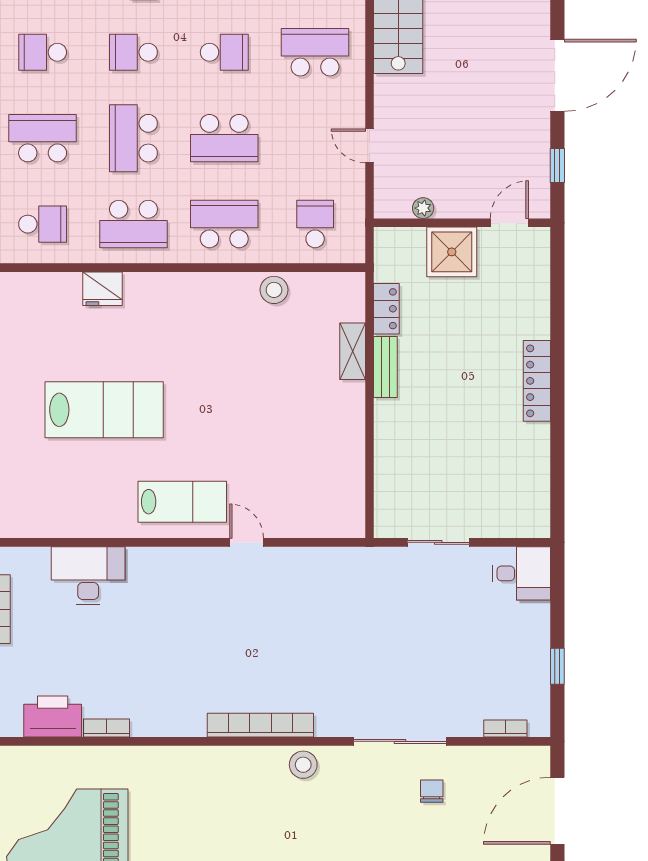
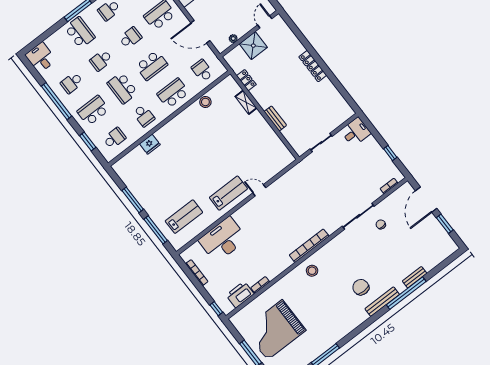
door: (369, 146) -> (200, 32), width x1.87
school desk: (133, 224) -> (144, 116), width x0.54
bench: (385, 367) -> (275, 118), moved
lab bench: (104, 410) -> (184, 217), moved, width x0.73, depth x0.72
desk: (88, 575) -> (223, 240), width x1.36, depth x1.30
stool: (303, 765) -> (312, 271), moved

